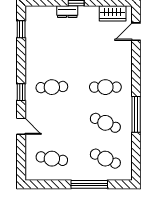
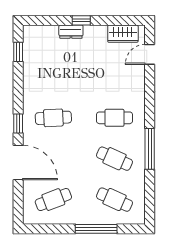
door: (21, 126) -> (18, 163), width x1.87
cafe table: (52, 159) -> (53, 200), turned -30

